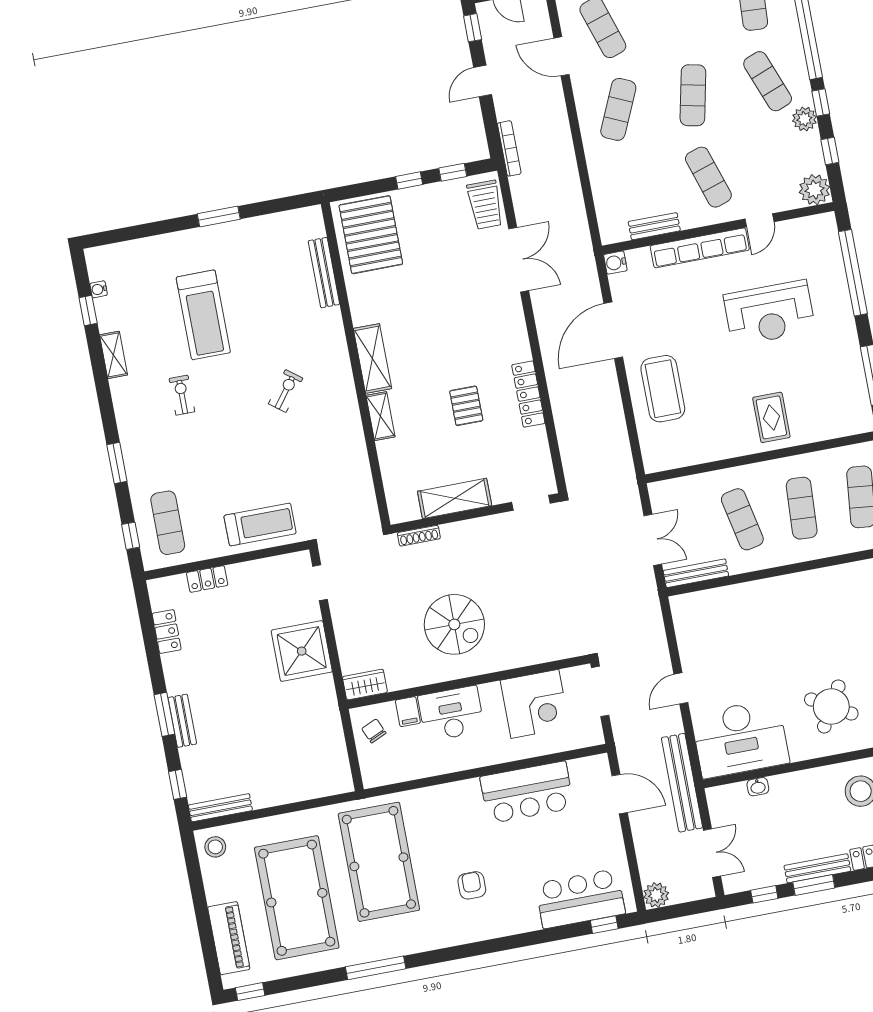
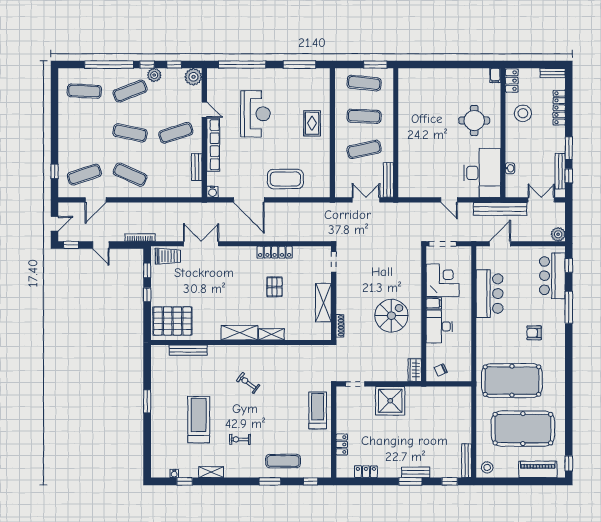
treadmill: (203, 315) -> (199, 420), turned -90
pallet: (466, 406) -> (275, 287), turned 90
rug: (771, 417) -> (312, 123), turned 90
exercise mat: (168, 523) -> (283, 461), moved
round table: (831, 707) -> (474, 120), turned -30
filing cabinet: (408, 712) -> (434, 303), moved
bench: (817, 868) -> (560, 171), moved
window: (376, 968) -> (569, 307), moved

